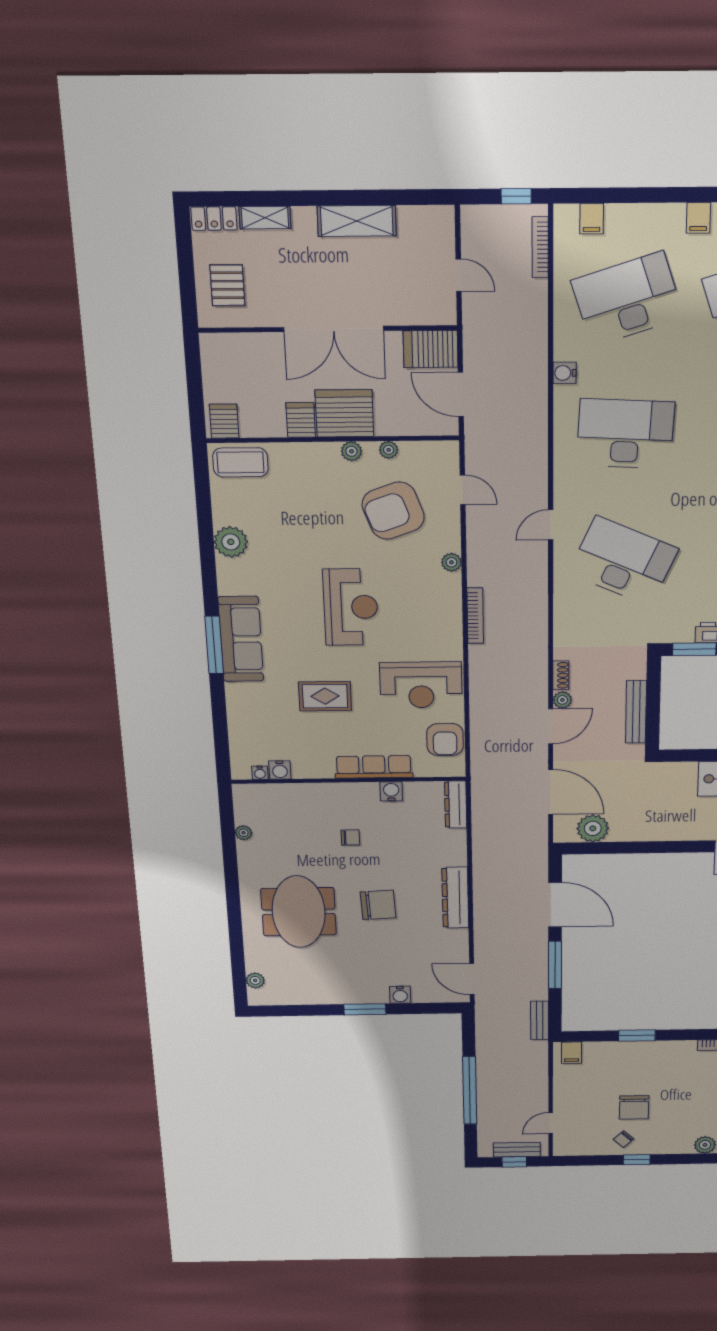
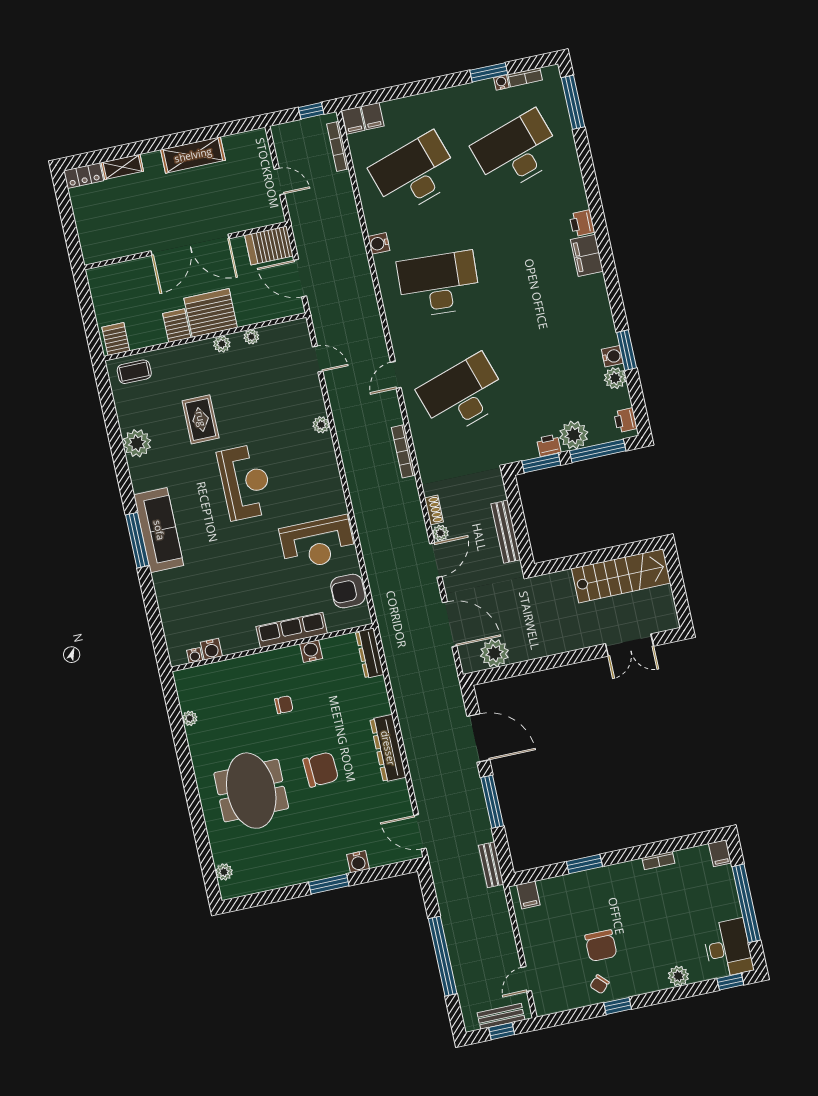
filing cabinet: (698, 218) -> (353, 120), moved
pallet: (227, 285) -> (102, 226), removed
coffee table: (240, 462) -> (134, 372), width x0.73, depth x0.77
armchair: (393, 511) -> (265, 389), removed
desk: (623, 561) -> (463, 395), turned -42
bookcase: (475, 616) -> (403, 451), moved, turned 180
rug: (325, 696) -> (201, 419), moved, turned 90
armchair: (445, 740) -> (348, 591), turned 90

